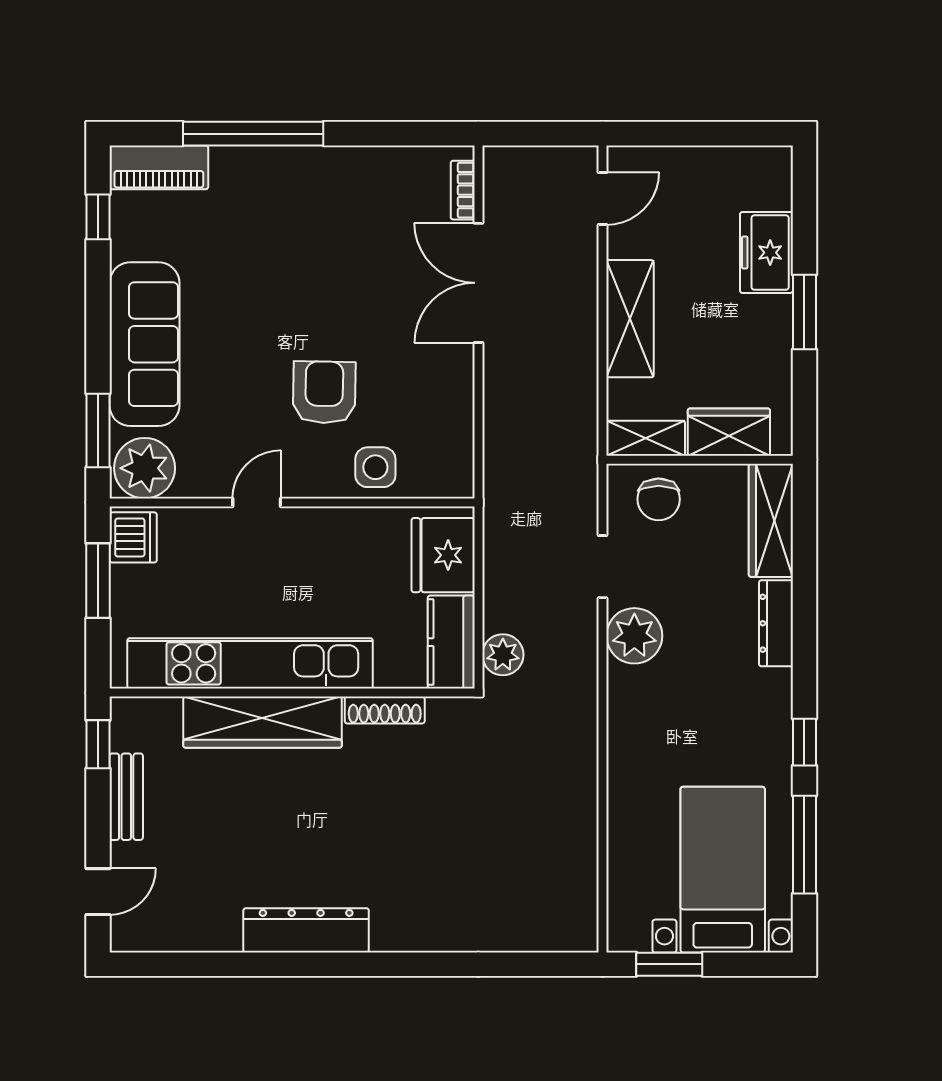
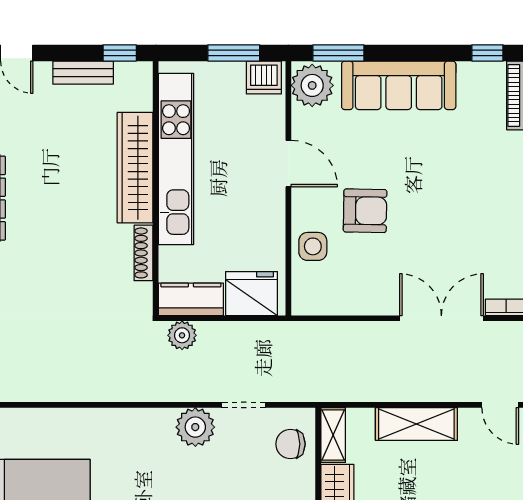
door: (257, 502) -> (288, 164), width x1.38

